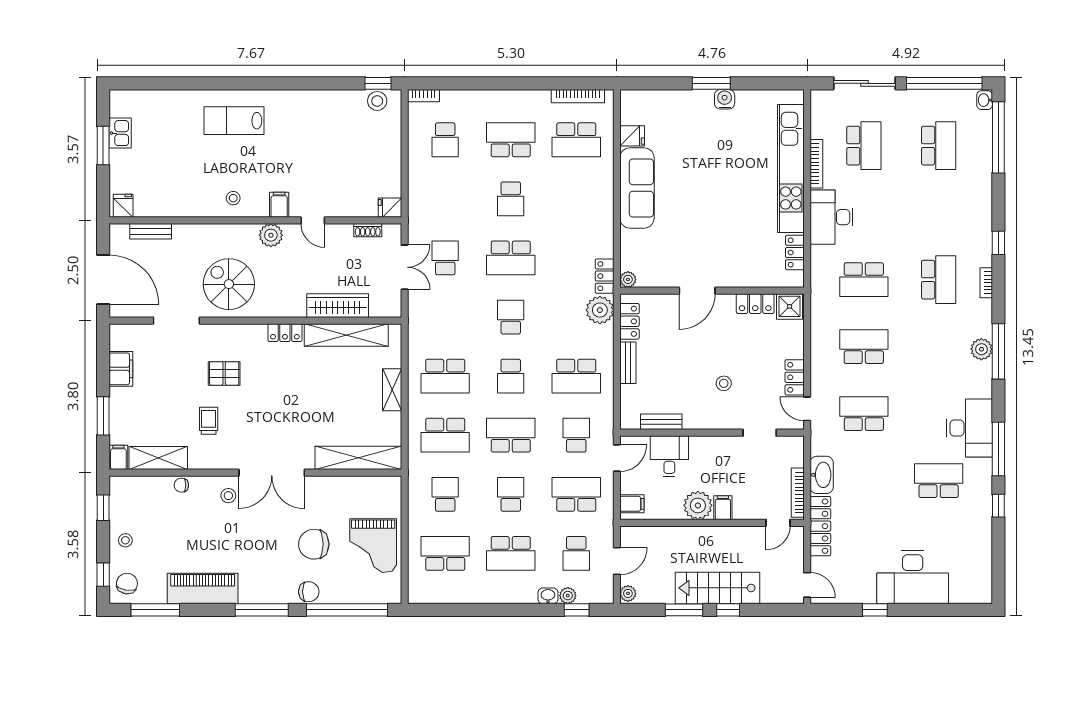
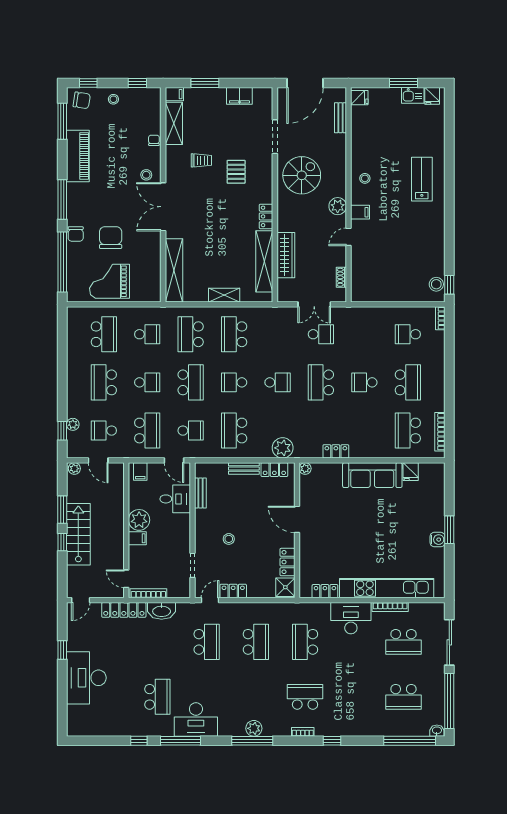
fridge: (390, 208) -> (432, 96), moved, turned 180
locker: (605, 276) -> (336, 451), moved
school desk: (939, 280) -> (305, 697), turned 180
washbasin: (548, 596) -> (73, 410), removed

